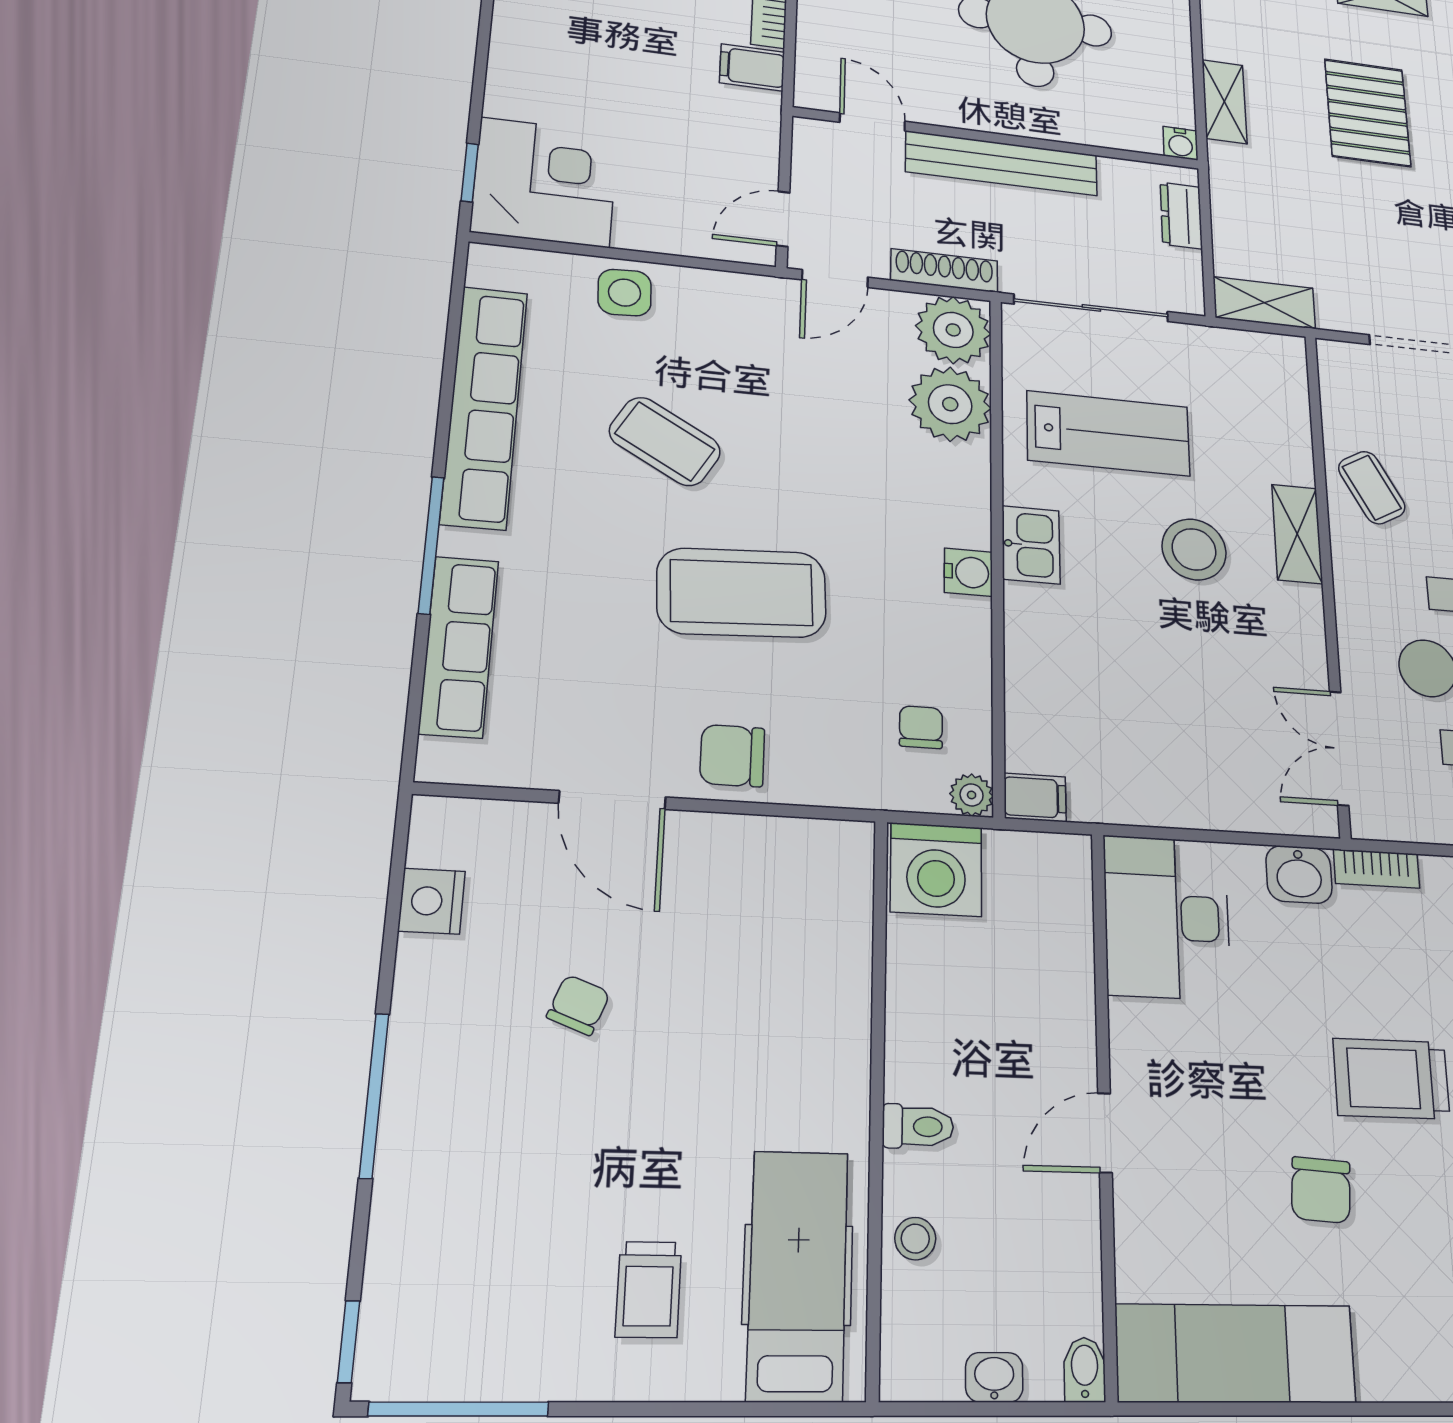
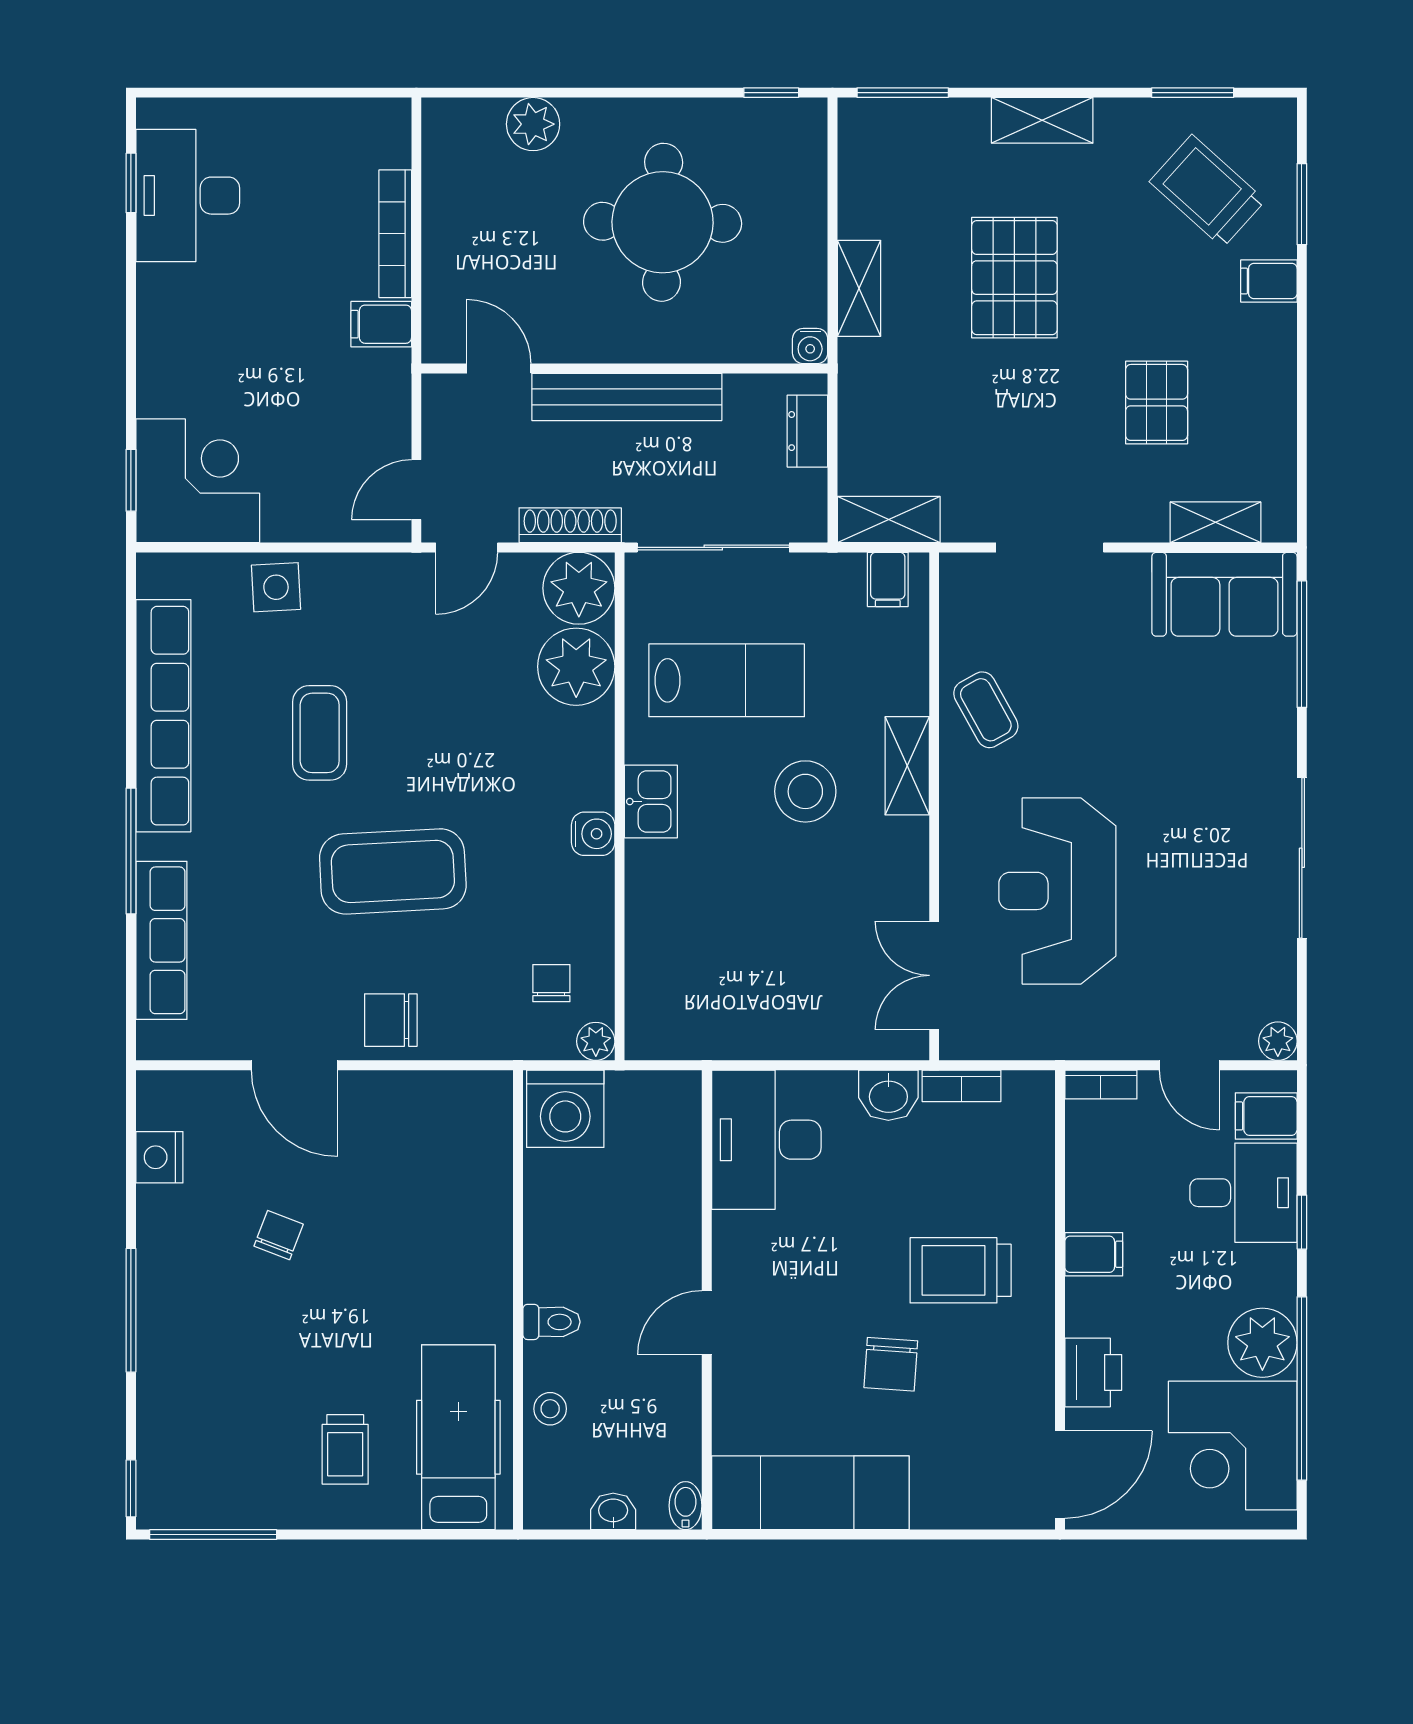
coffee table: (665, 441) -> (320, 733), turned 60
filing cabinet: (1035, 797) -> (888, 579), moved, turned 90

